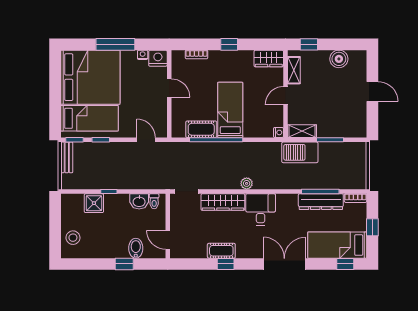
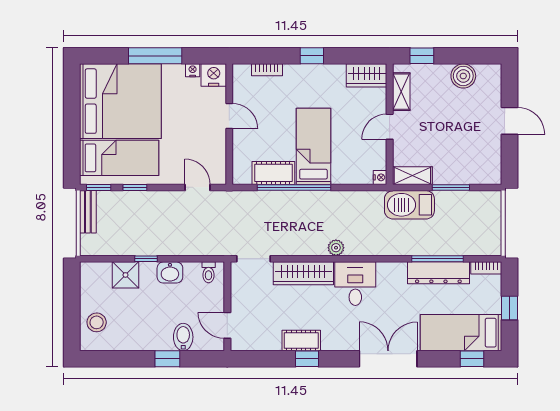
washbasin: (139, 201) -> (170, 272), moved

